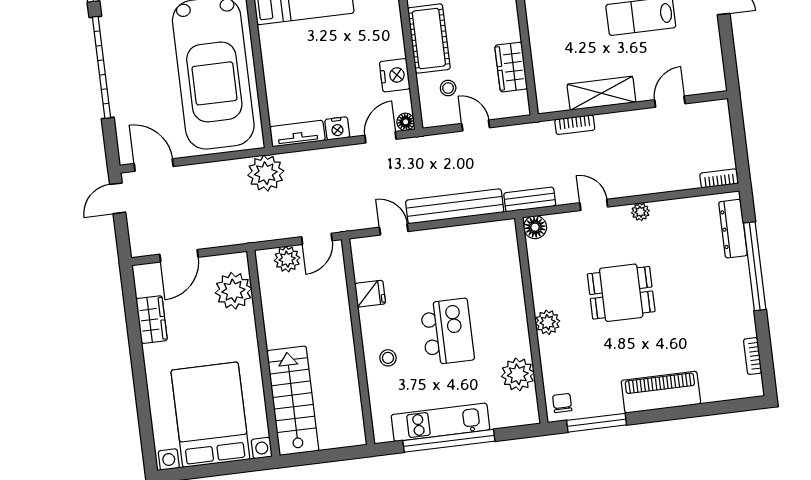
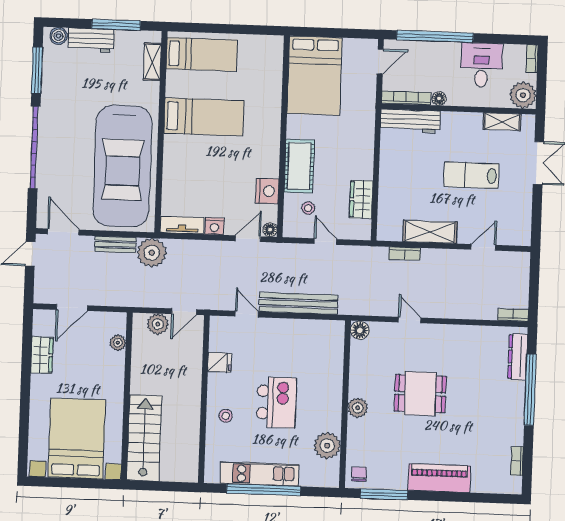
bench: (530, 200) -> (115, 244), moved
plant: (640, 212) -> (446, 331), removed
plant: (233, 291) -> (118, 343), width x0.53, depth x0.53

